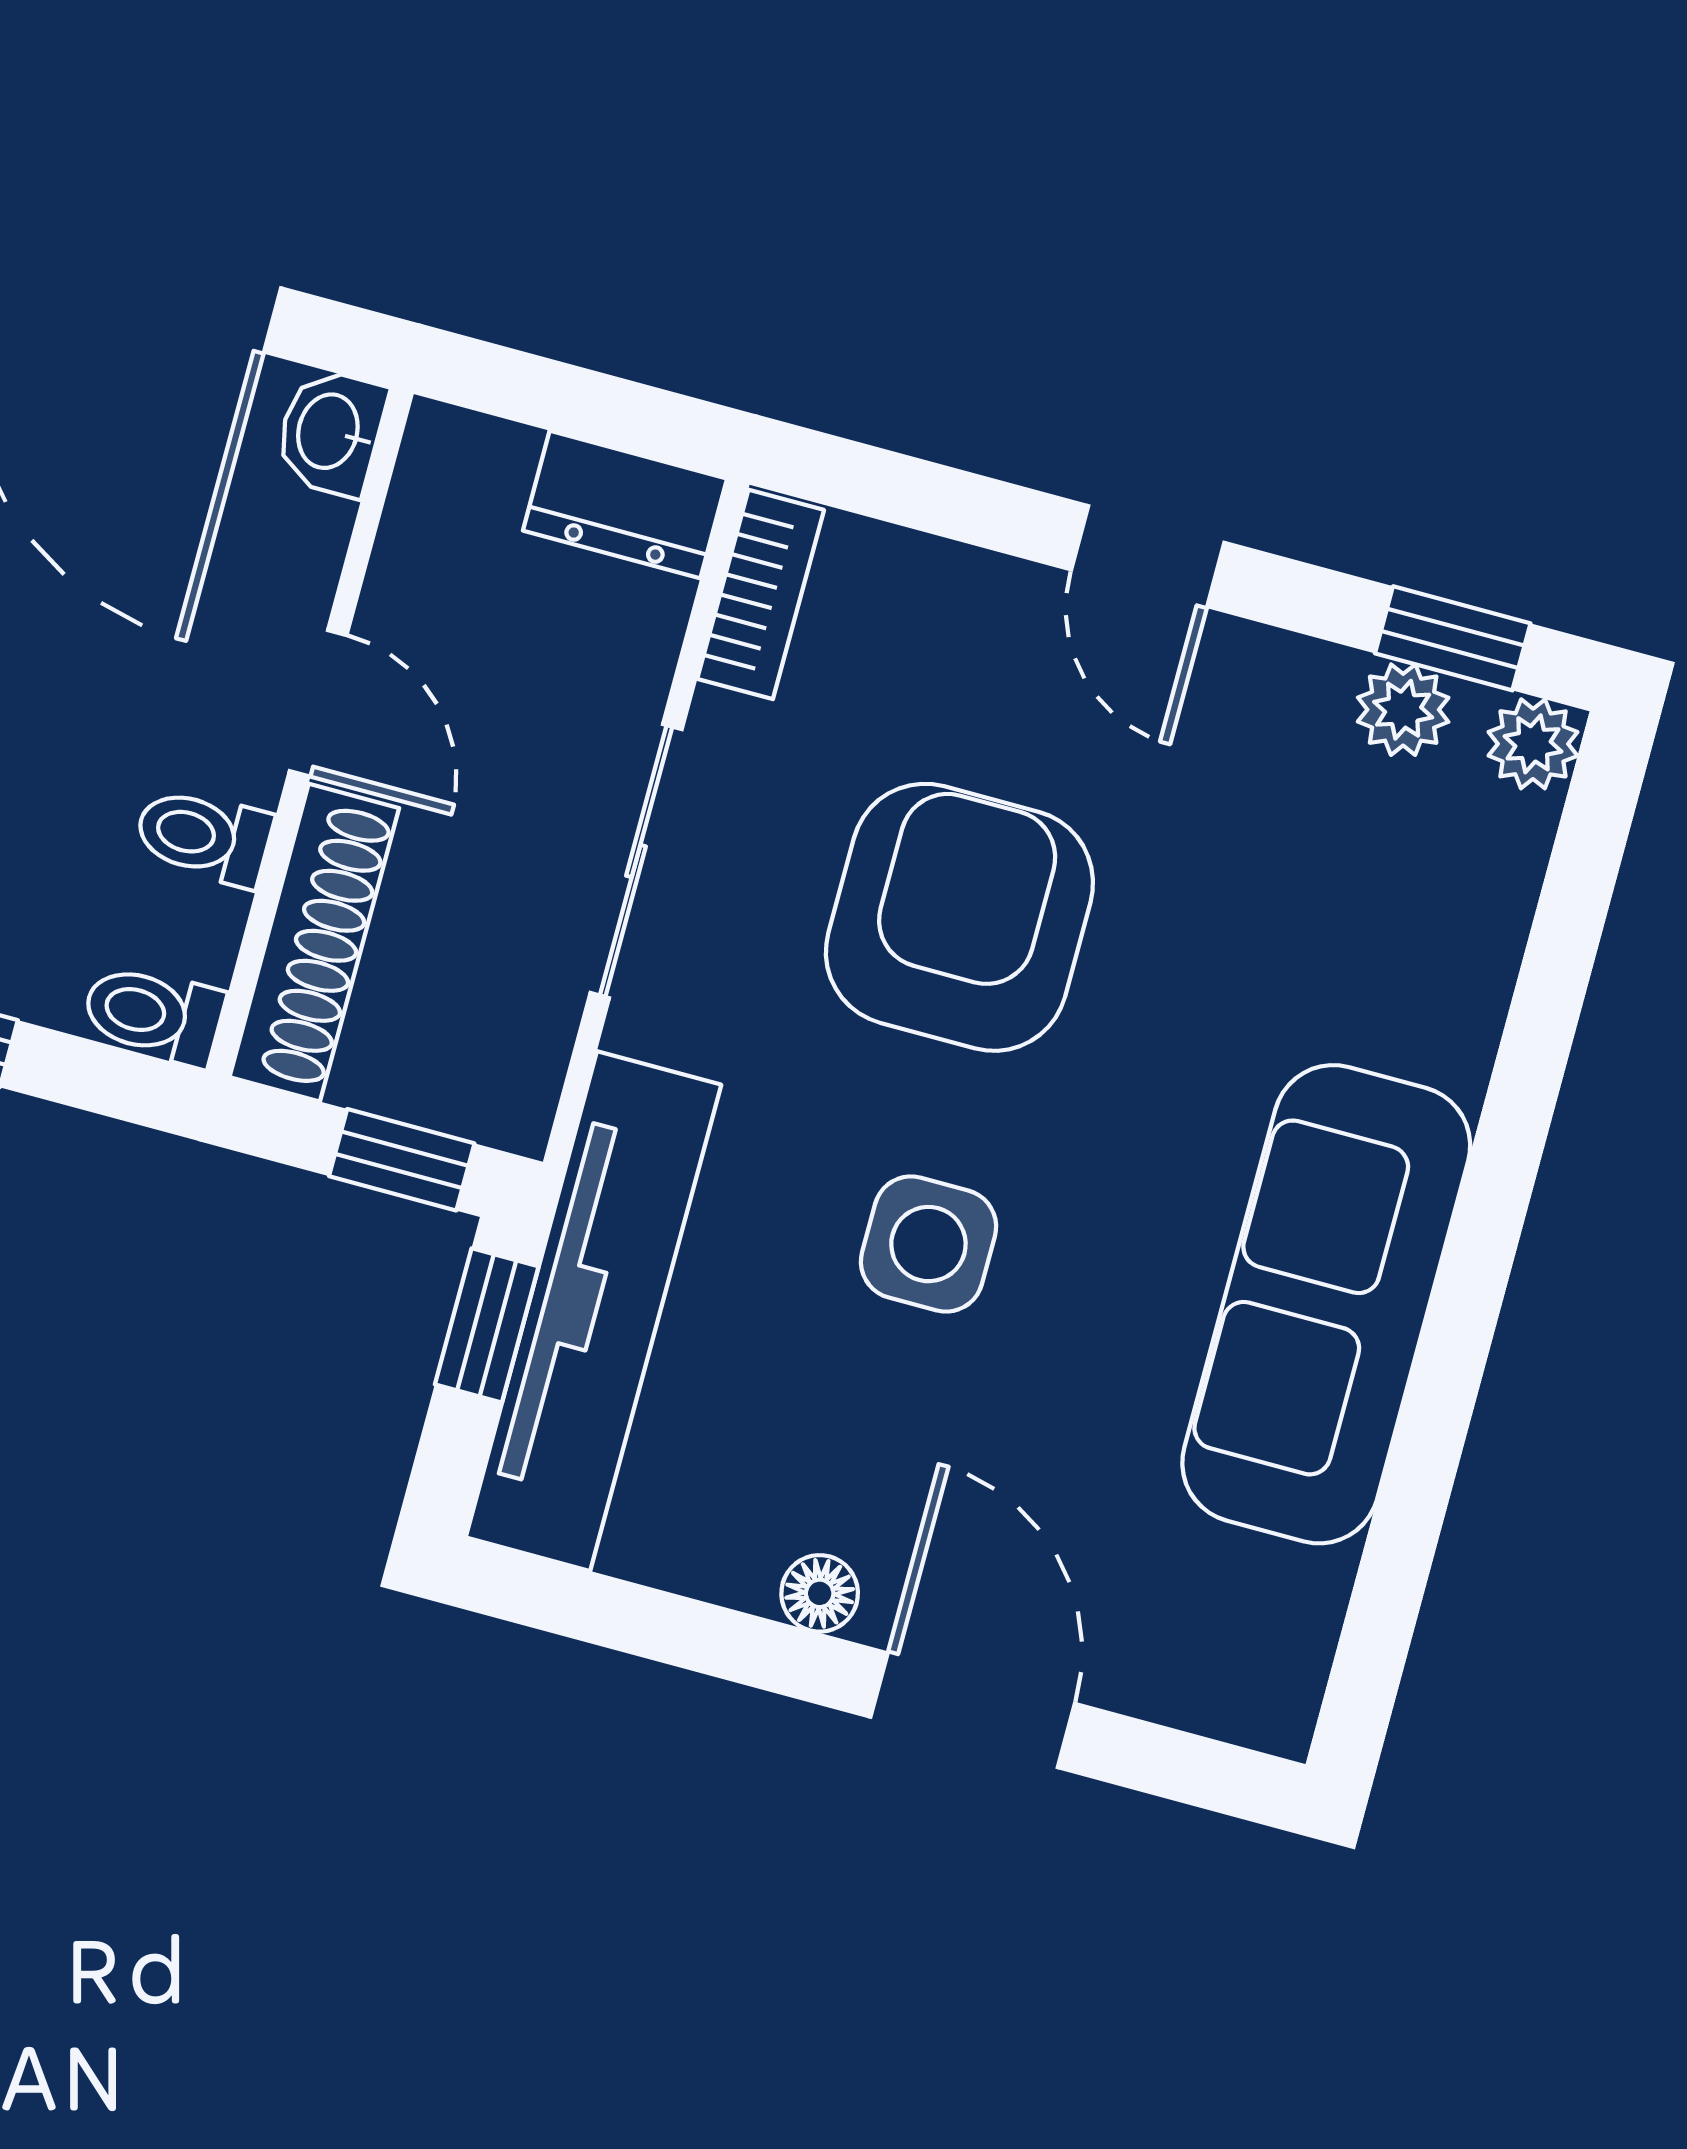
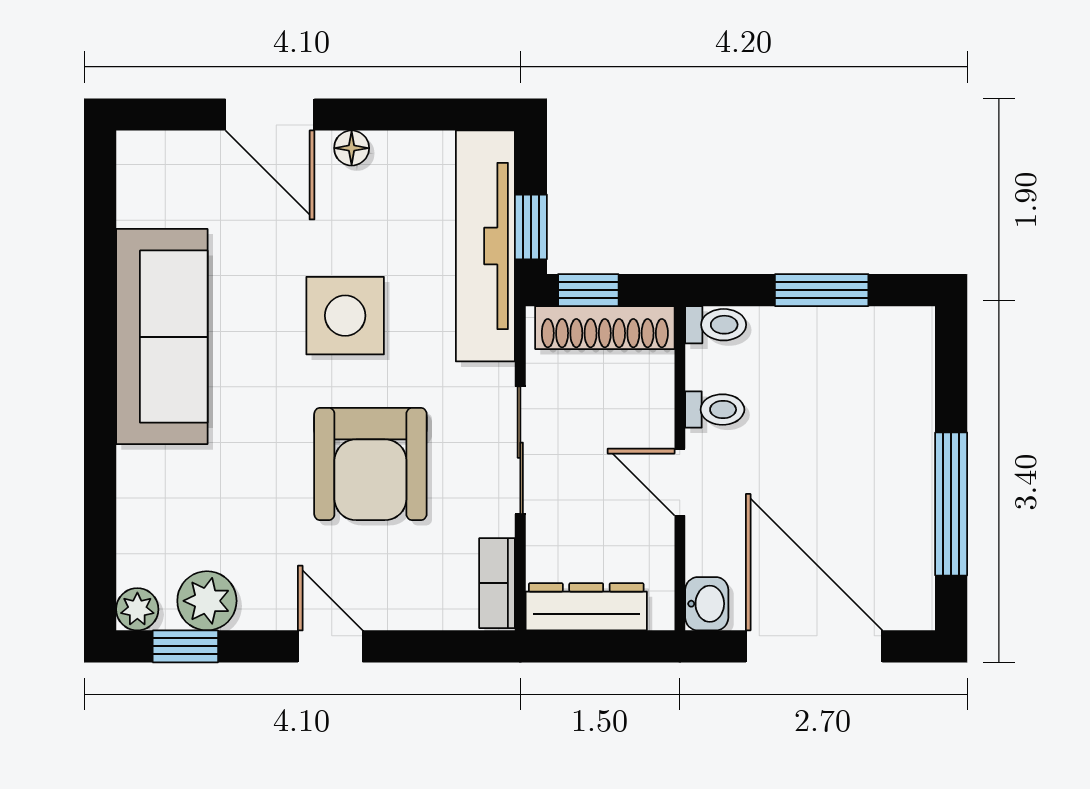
dresser: (625, 505) -> (586, 607), width x1.44
plant: (1403, 710) -> (207, 601), width x1.38, depth x1.38
shoe rack: (314, 943) -> (605, 328), moved, turned -90
side table: (928, 1244) -> (345, 316), width x1.37, depth x1.37

